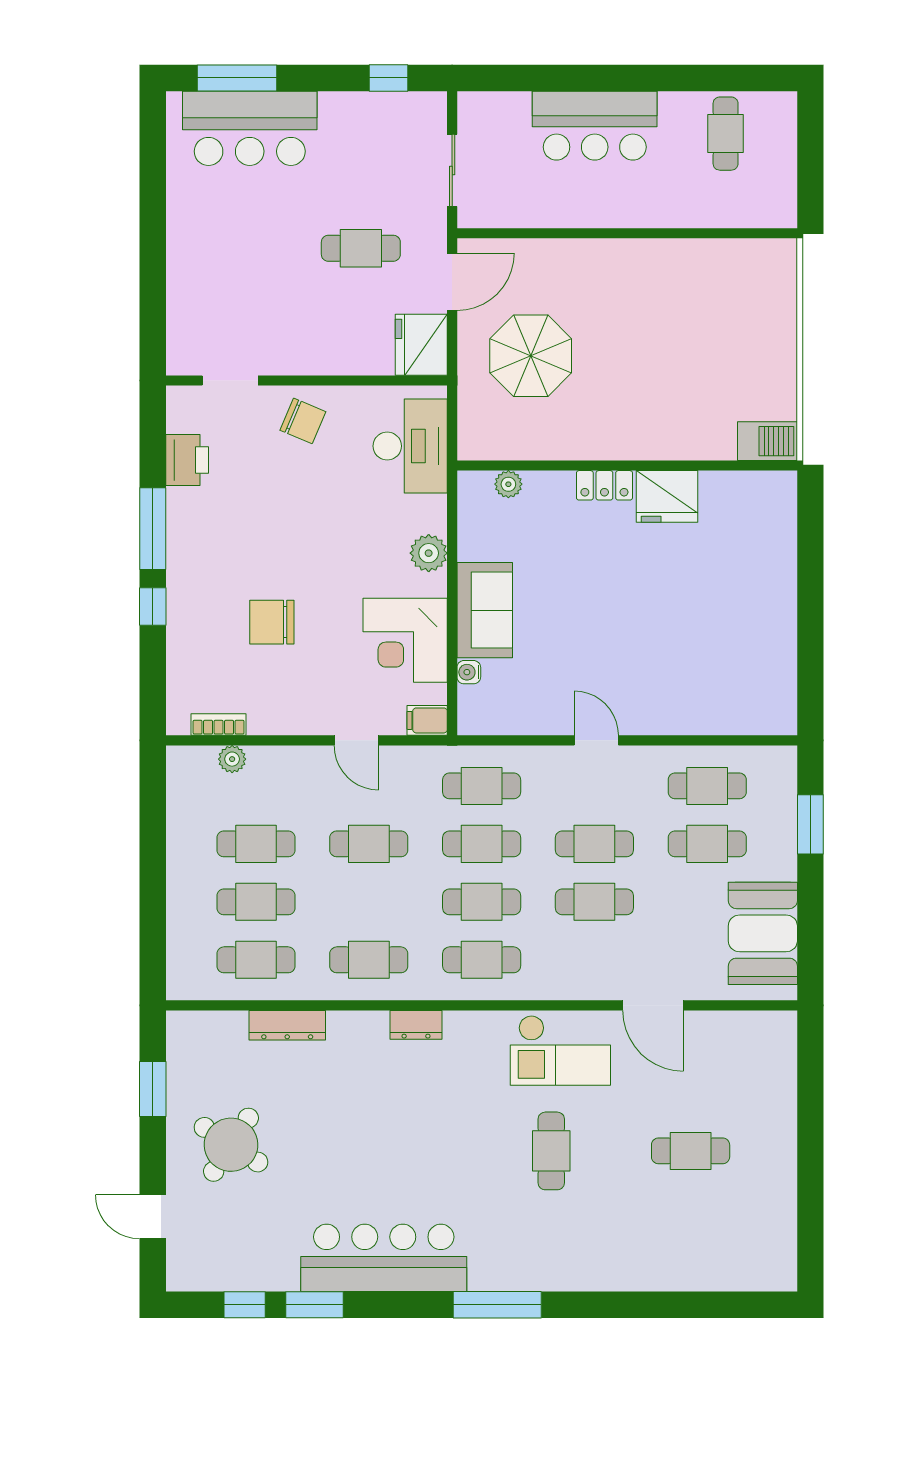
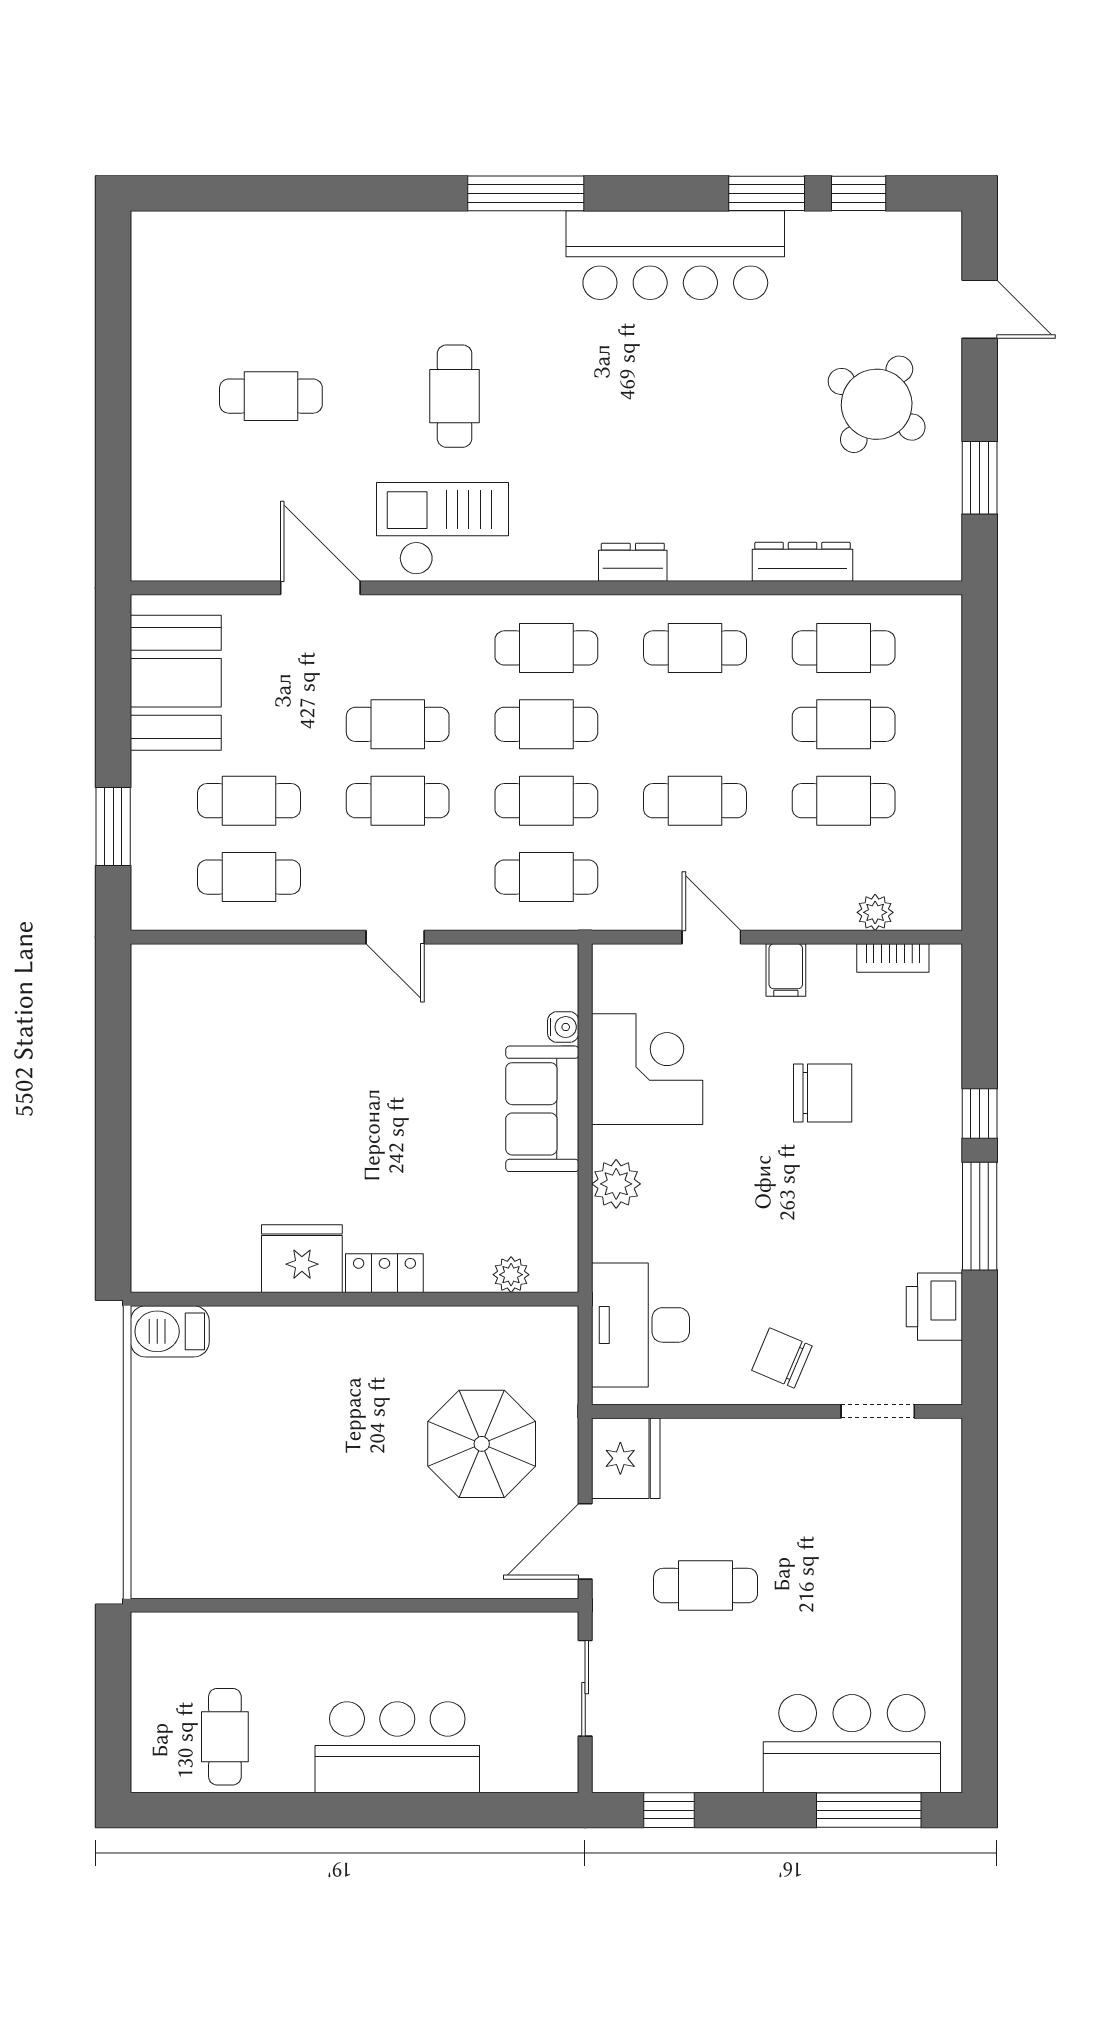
filing cabinet: (427, 720) -> (786, 970), moved, turned 90

